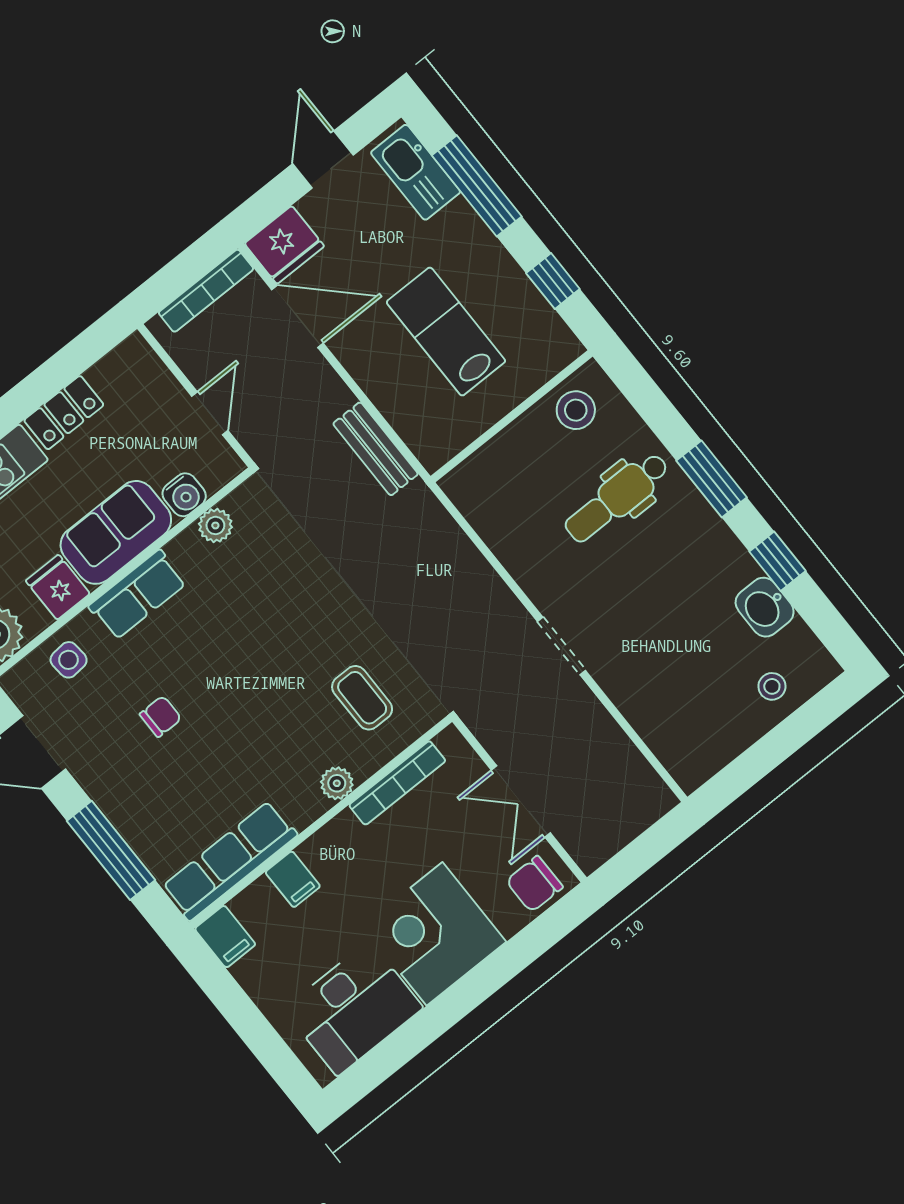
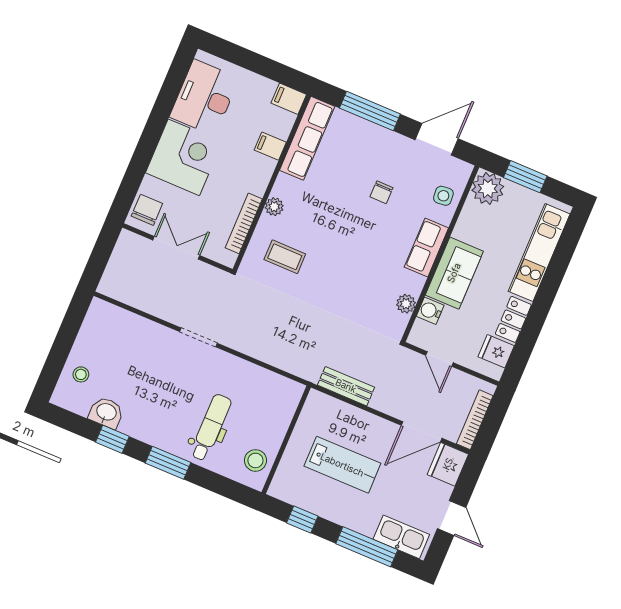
fridge: (58, 587) -> (496, 351), moved, turned 180

